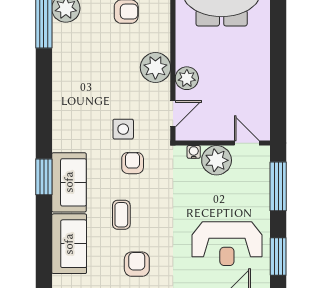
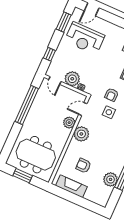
window: (278, 76) -> (27, 105), added
window: (278, 186) -> (49, 54), width x0.46
reception desk: (227, 244) -> (85, 38), turned 180

